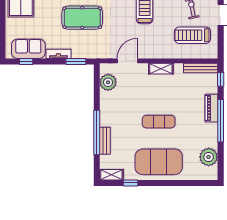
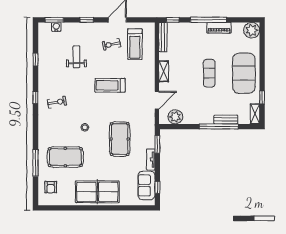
door: (127, 61) -> (157, 100), swing flipped
piano: (211, 108) -> (219, 28), moved
plant: (209, 157) -> (252, 30), moved

